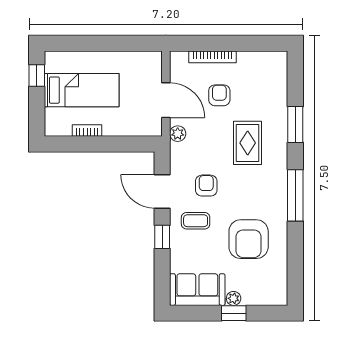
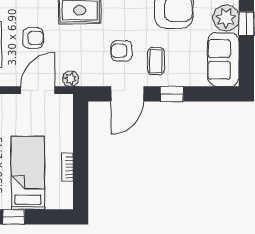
armchair: (219, 95) -> (33, 38), turned 180
plant: (234, 298) -> (226, 18), width x1.88, depth x1.88

